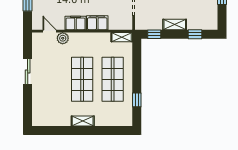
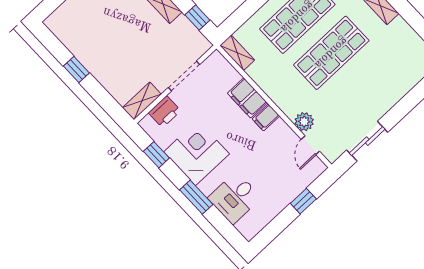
filing cabinet: (75, 23) -> (266, 117), width x0.50
sliding door: (28, 71) -> (367, 141), moved

